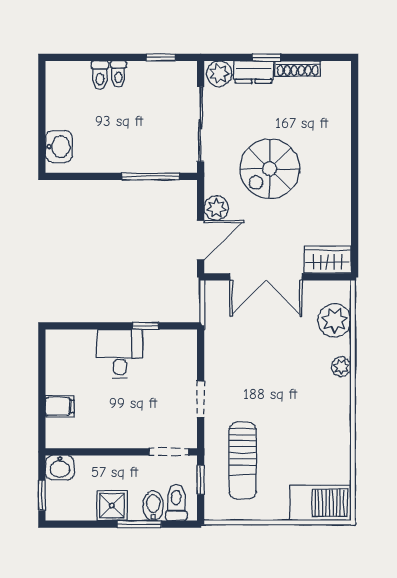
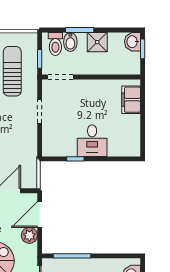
filing cabinet: (60, 406) -> (131, 100), width x2.00
washbasin: (60, 468) -> (132, 42), moved, turned -90

